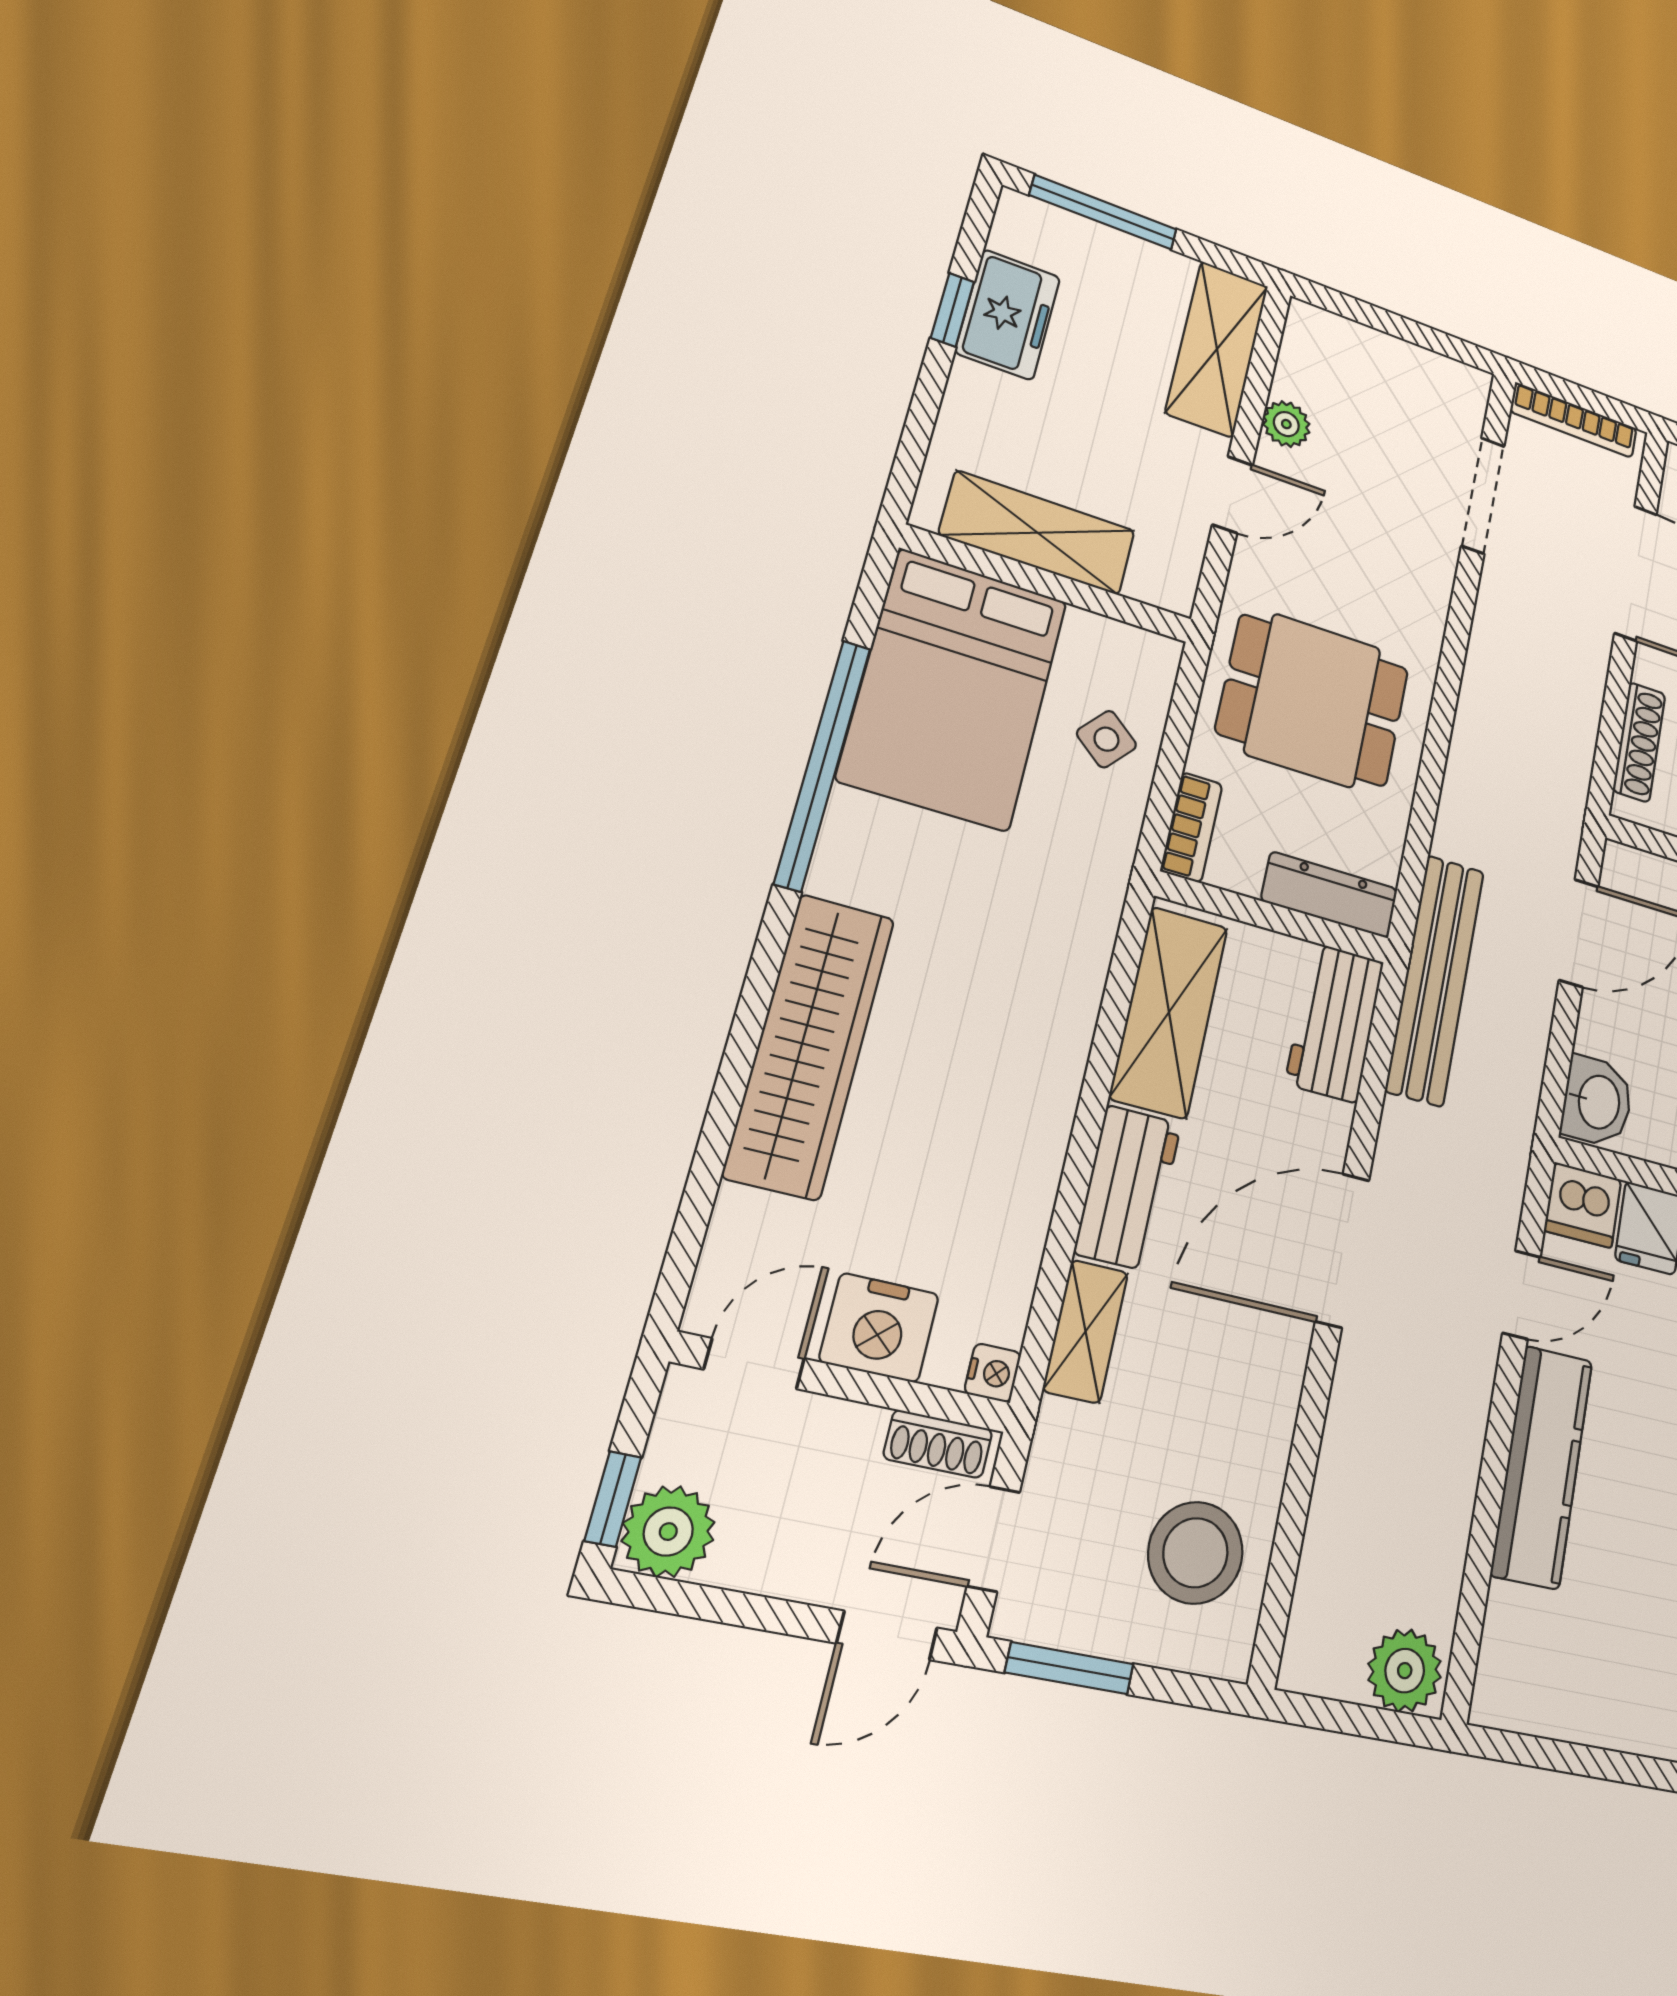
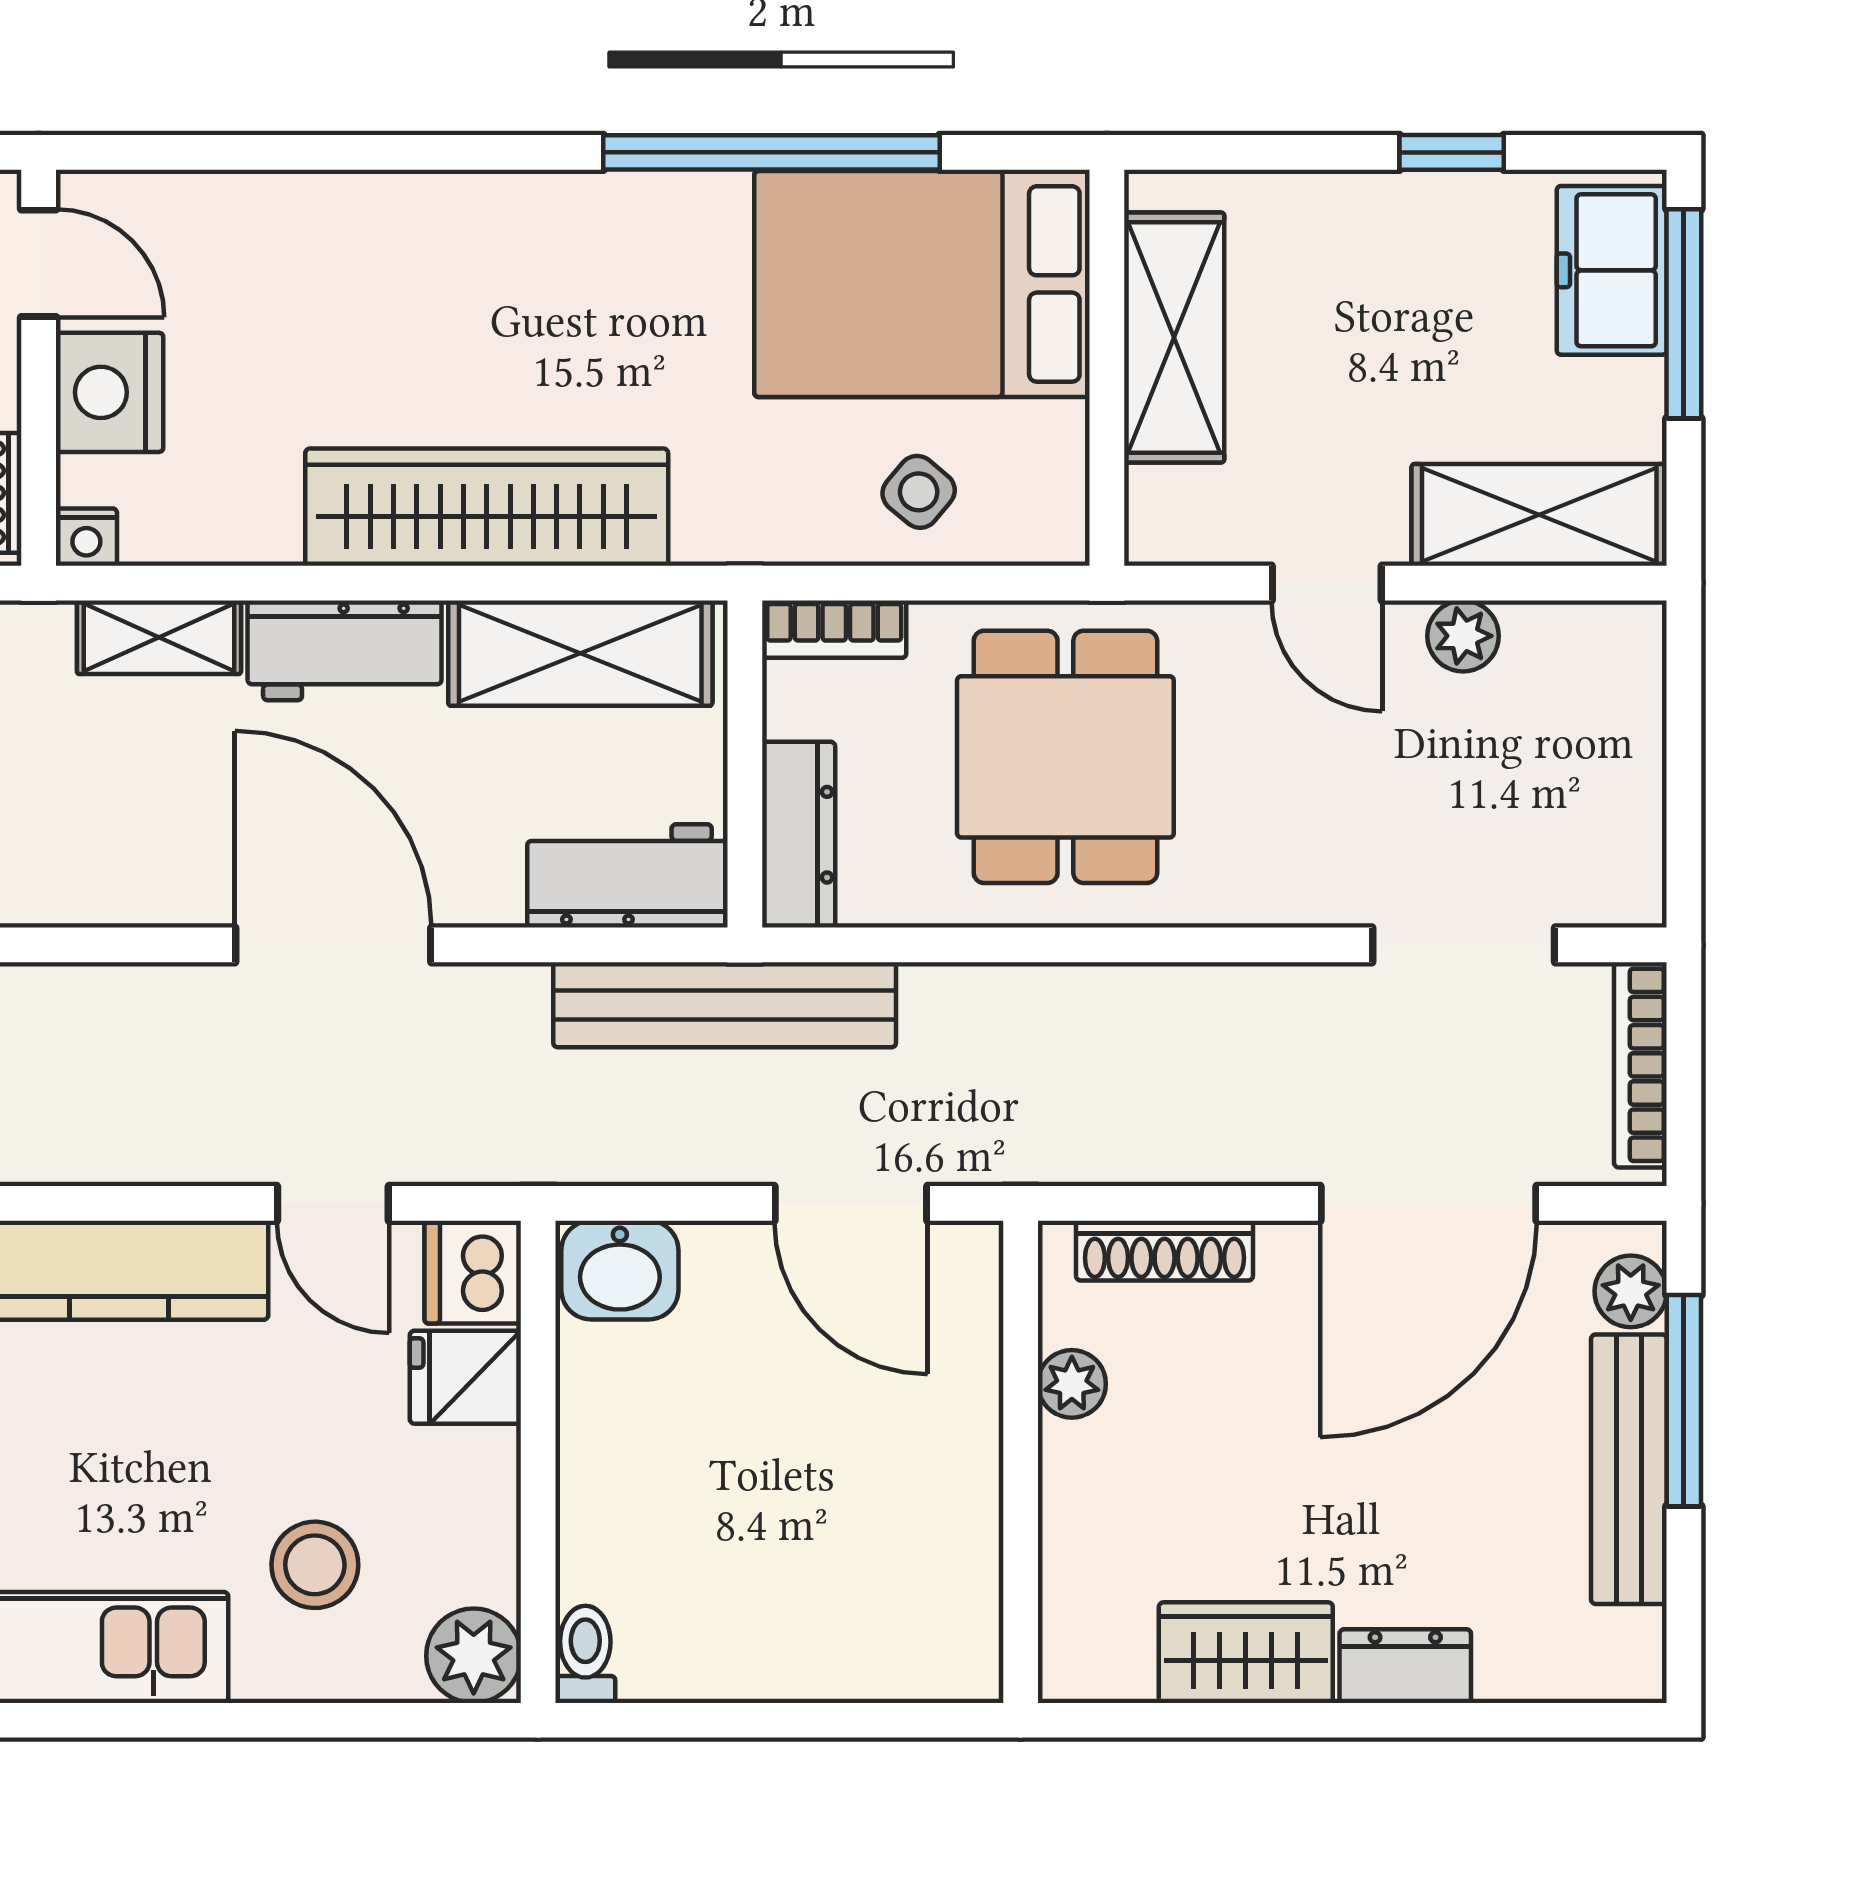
freezer: (1008, 315) -> (1612, 270), moved, turned 90
wardrobe: (810, 1045) -> (487, 507), moved, turned 180

